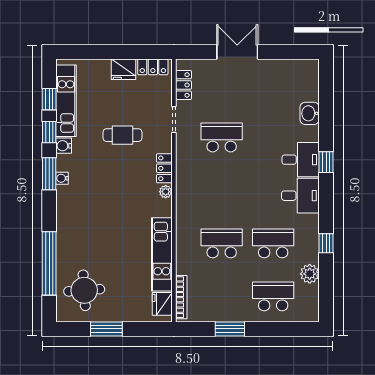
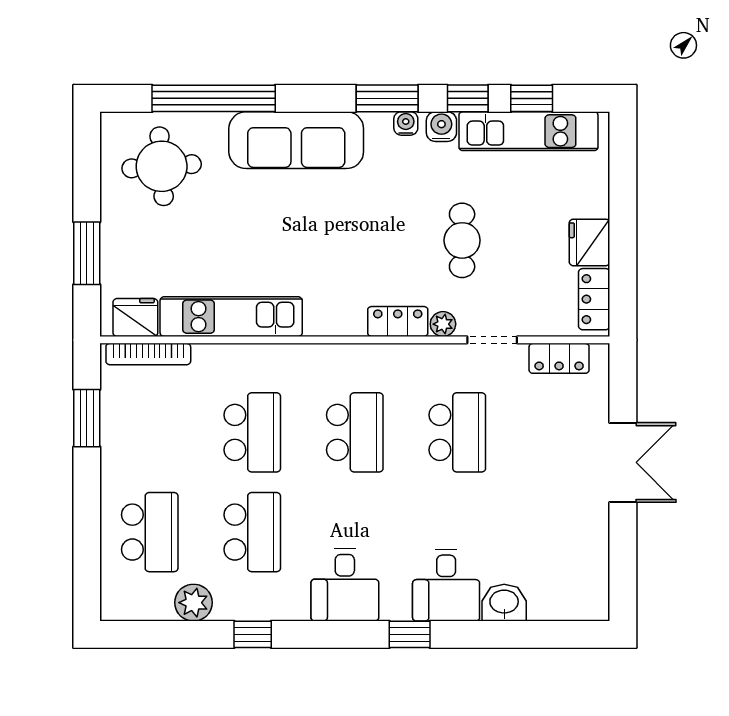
desk: (301, 160) -> (446, 585), moved
water cooler: (62, 178) -> (406, 123), moved
school desk: (222, 190) -> (355, 432), added
plant: (166, 192) -> (443, 324), moved
sofa: (71, 221) -> (296, 140), added
window: (106, 329) -> (87, 253), moved
window: (230, 329) -> (87, 418), moved

